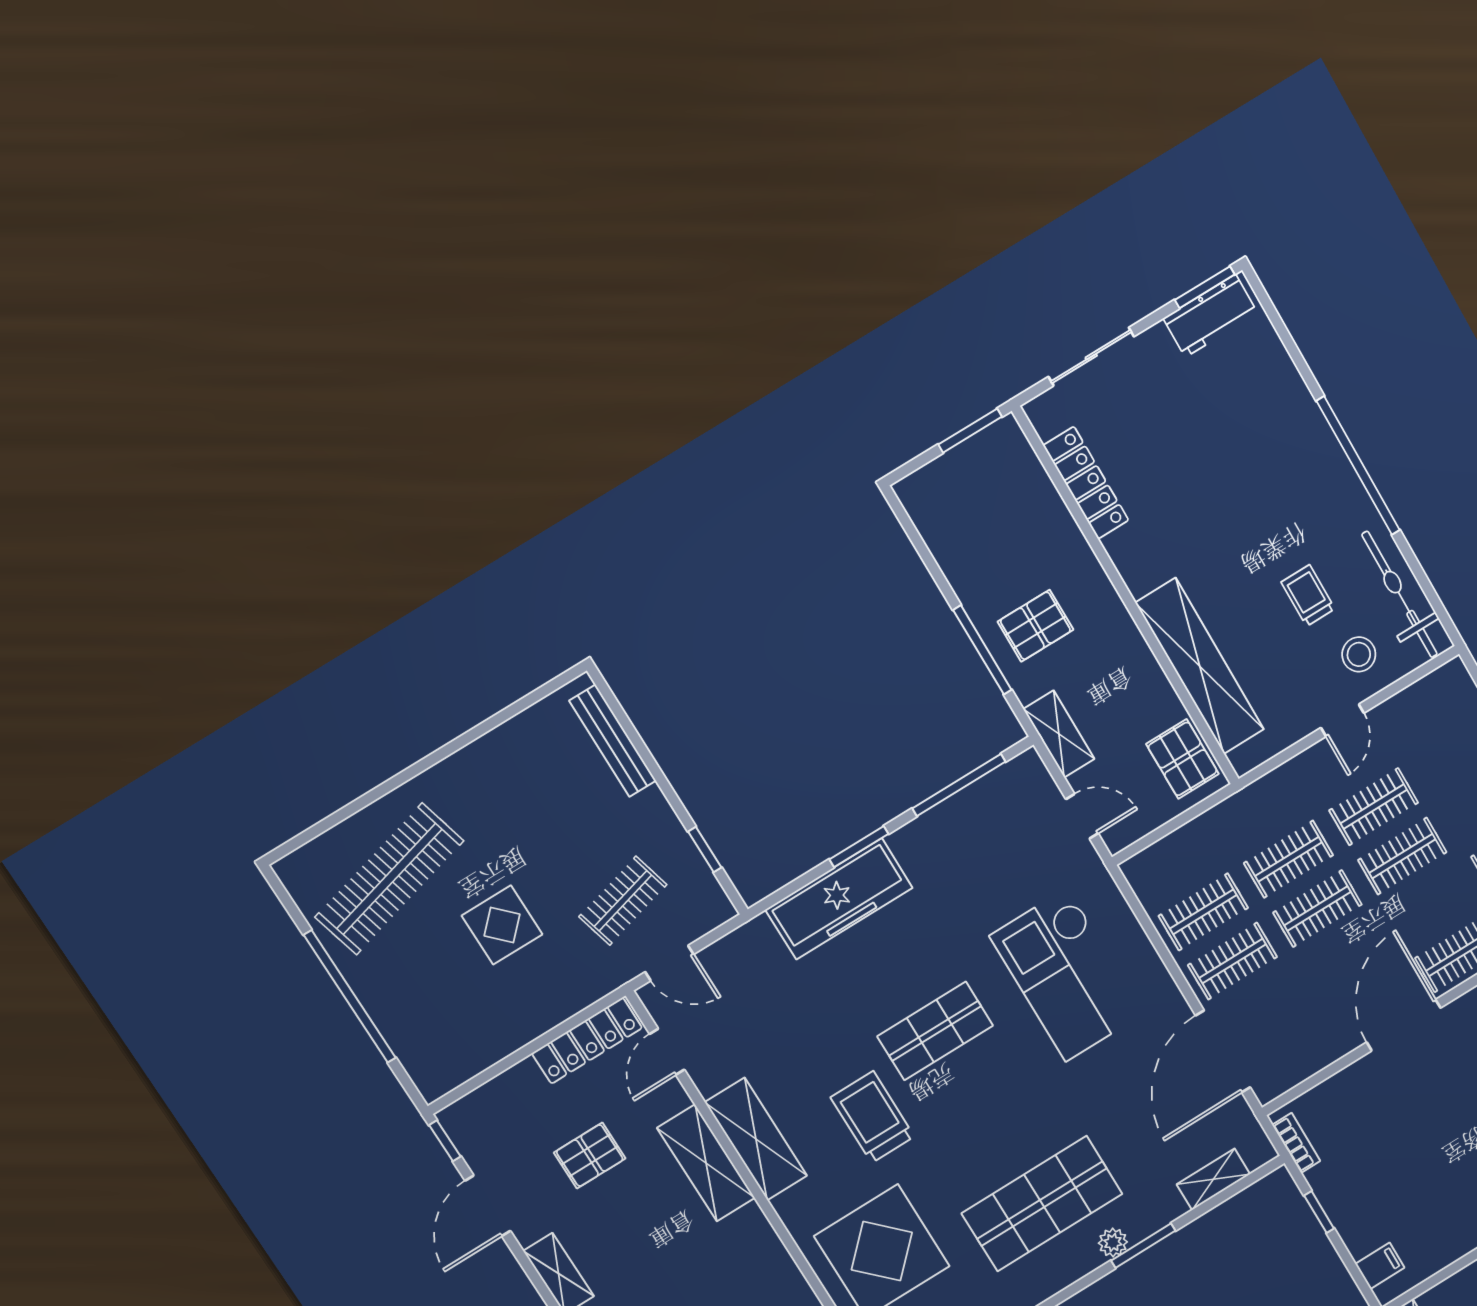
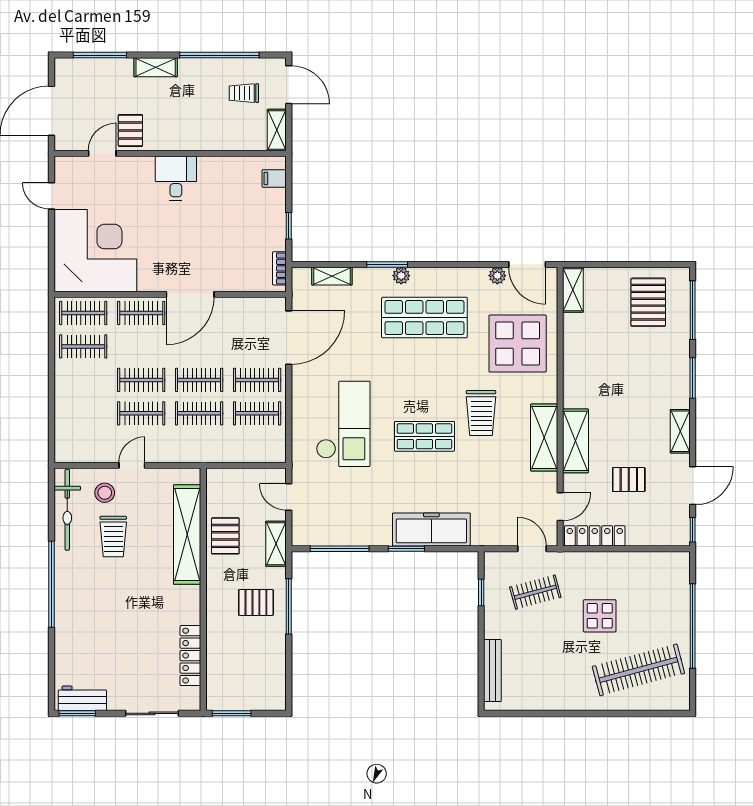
trolley: (1308, 596) -> (113, 537), width x1.36, depth x1.39
pallet: (1182, 759) -> (225, 536), moved

